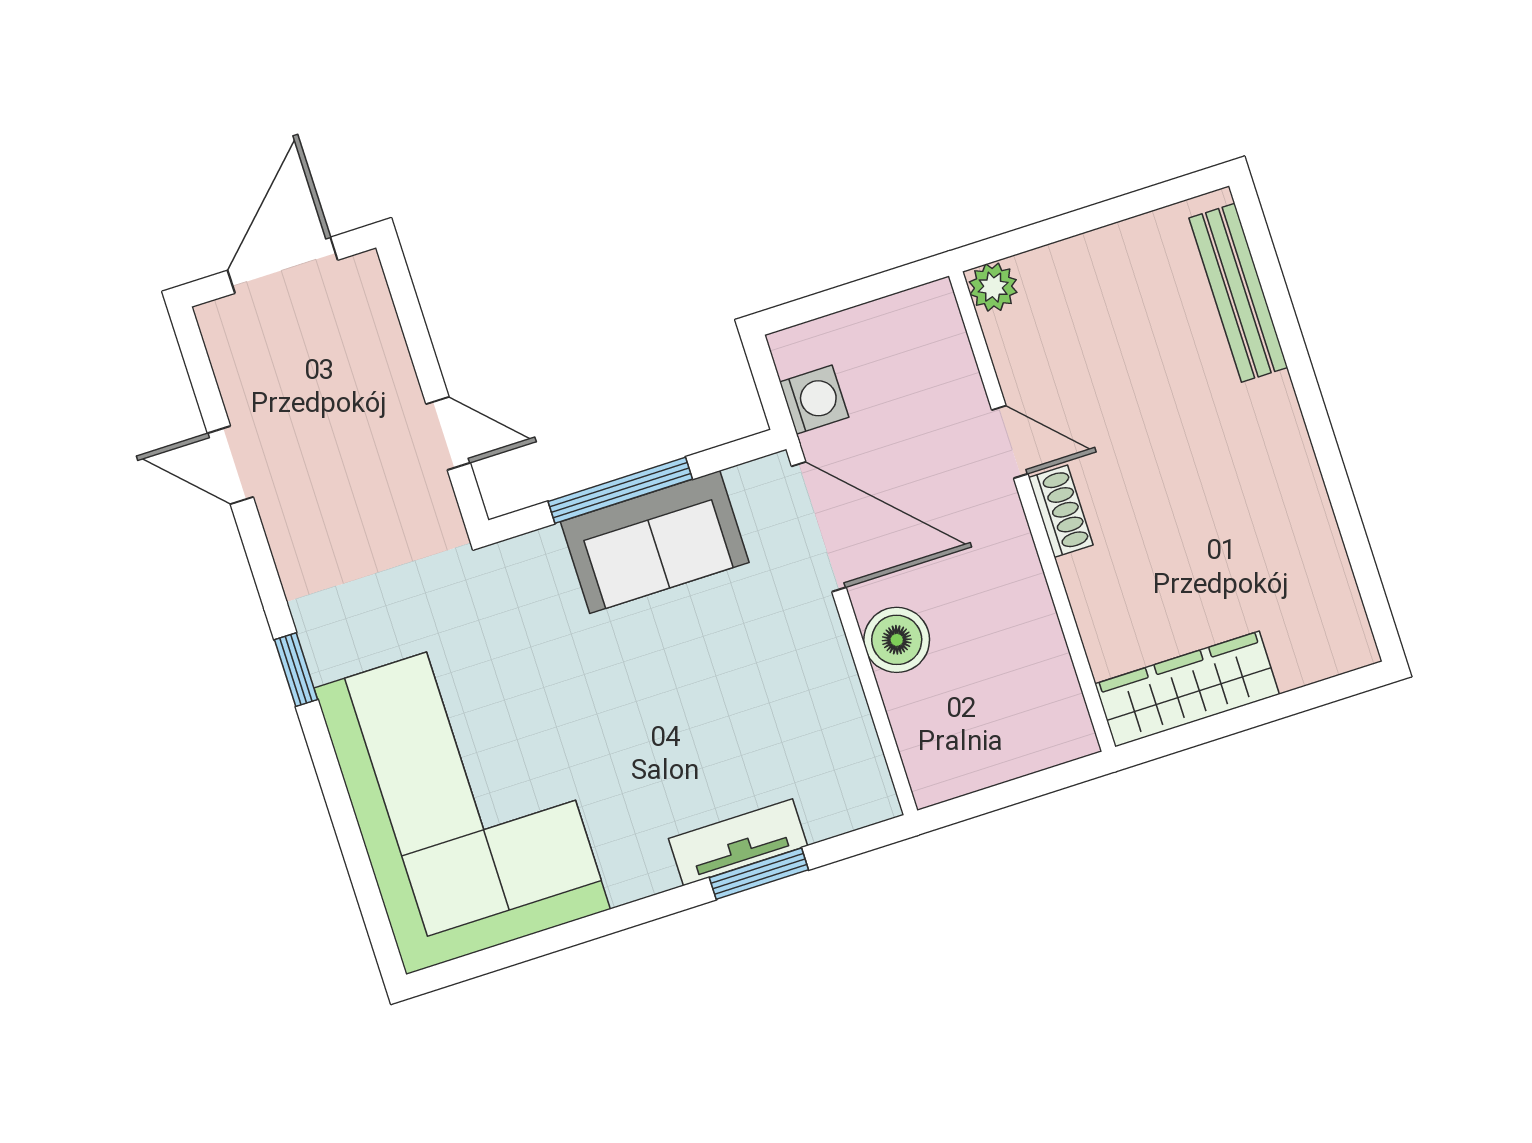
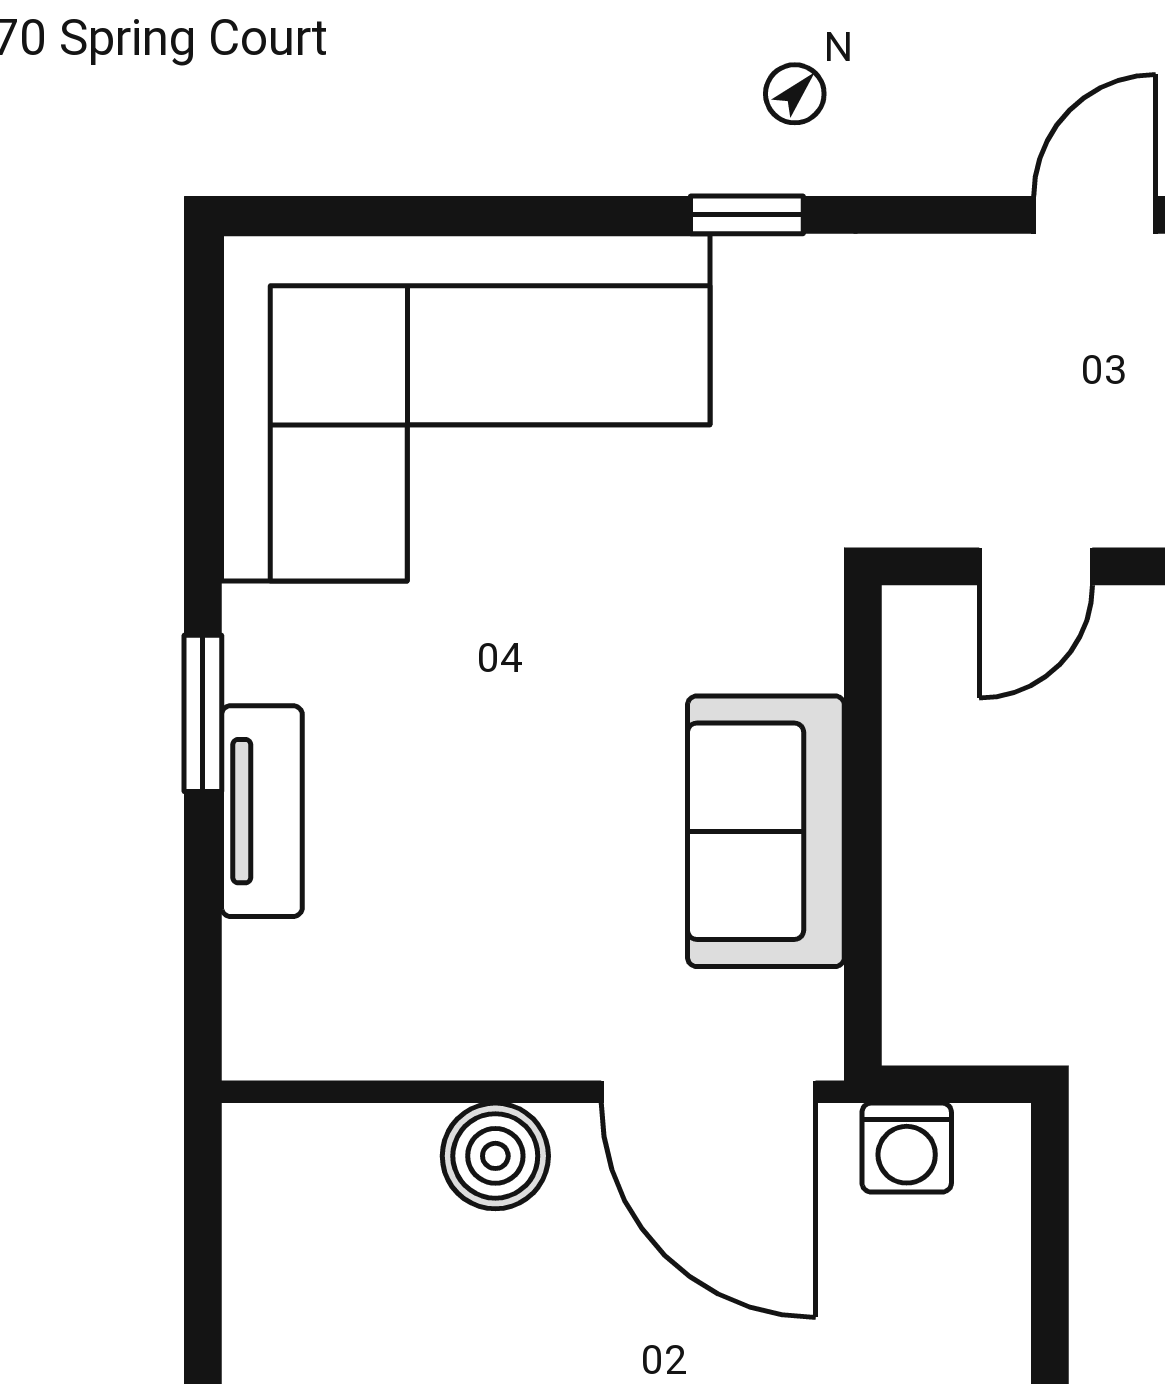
window: (620, 490) -> (863, 804), removed
door: (819, 527) -> (708, 1092), hinge flipped
window: (759, 874) -> (203, 713), moved

